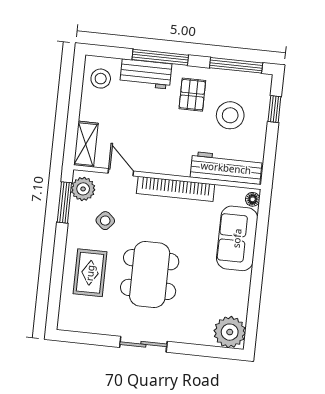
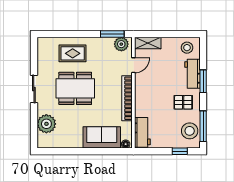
window: (160, 57) -> (203, 81), width x0.69
stool: (230, 115) -> (190, 131), moved
workbench: (226, 168) -> (142, 132), width x0.73
side table: (105, 221) -> (104, 59), removed
plant: (230, 332) -> (46, 124), moved

